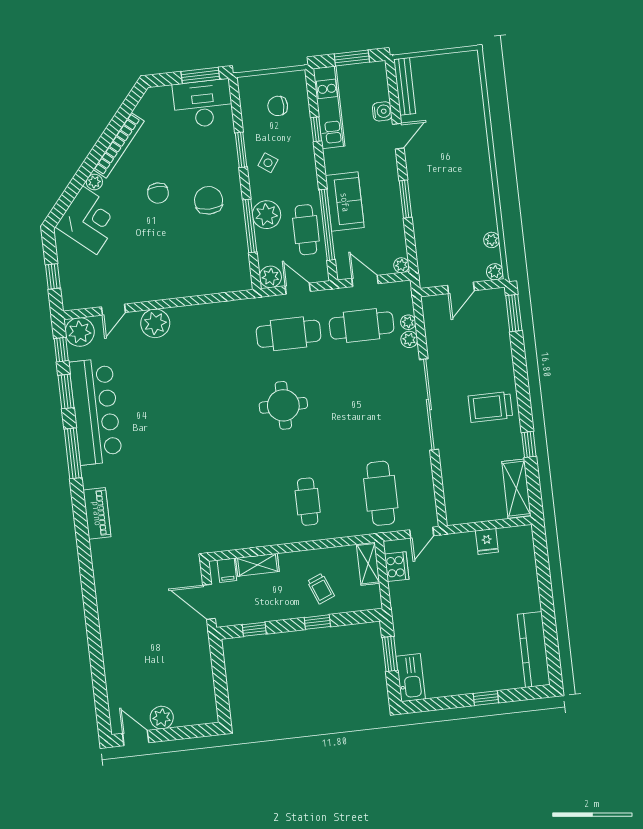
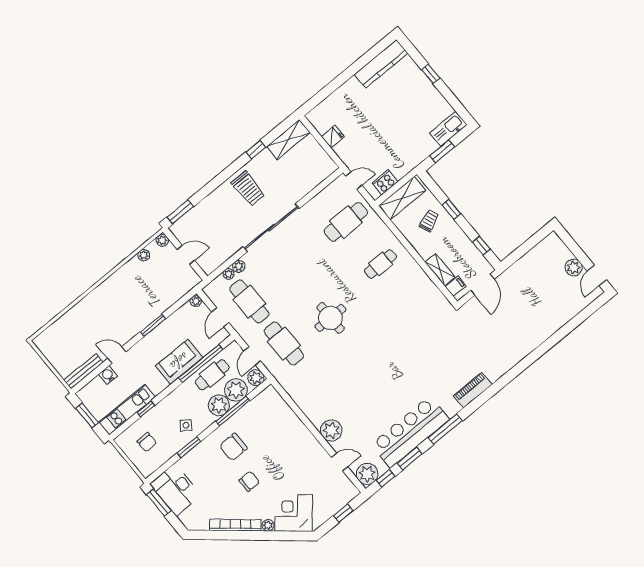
plant: (271, 245) -> (236, 390), added
shelving: (368, 564) -> (402, 198), width x1.50, depth x1.33

